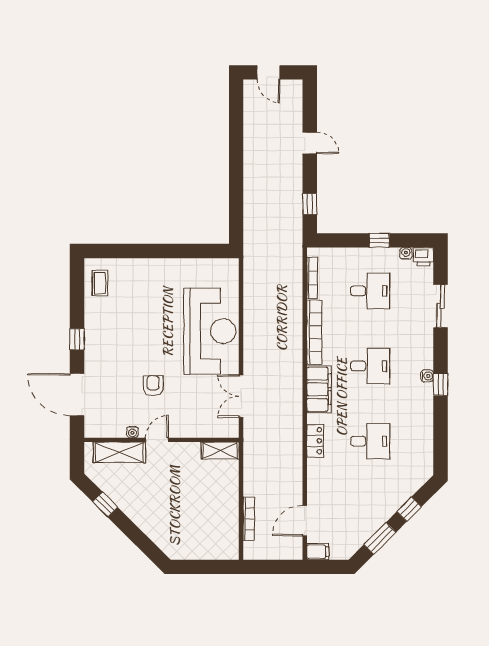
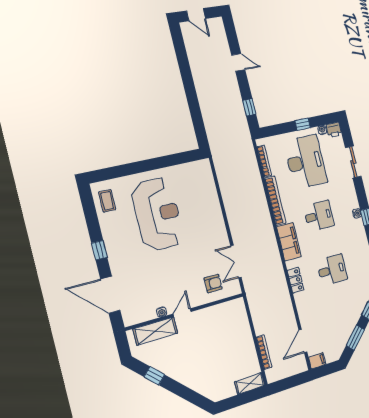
desk: (370, 291) -> (306, 162), width x1.87, depth x1.30
reception desk: (210, 331) -> (158, 214), moved
armchair: (153, 386) -> (213, 283), moved, turned 90
shelving: (220, 450) -> (250, 384), moved

